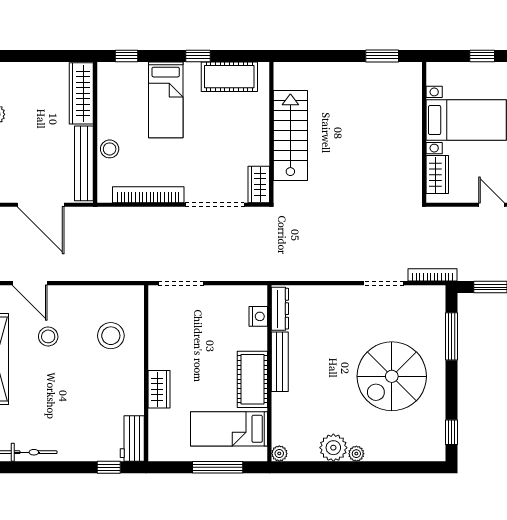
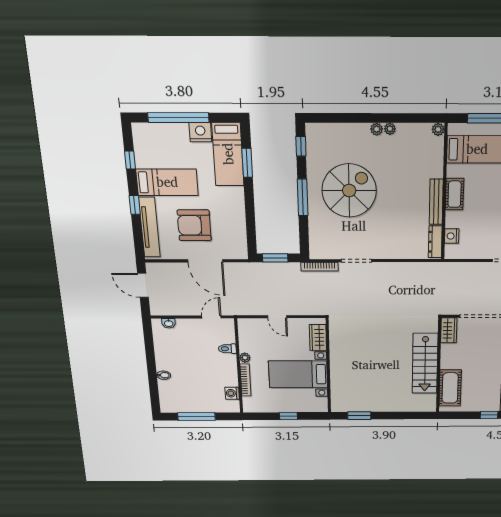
cot: (229, 77) -> (450, 388), moved, turned 90
window: (452, 336) -> (303, 197), moved
cot: (252, 379) -> (455, 194), width x0.73, depth x0.75
plant: (333, 448) -> (390, 129), width x0.53, depth x0.53

